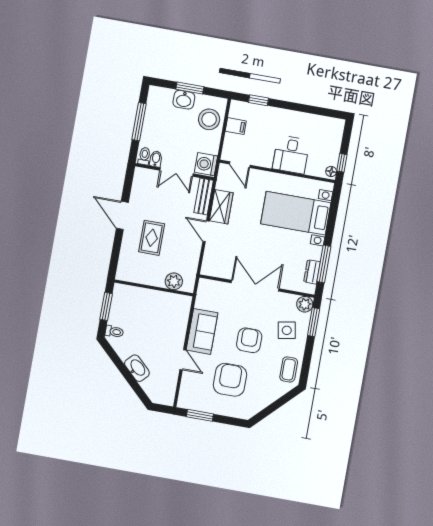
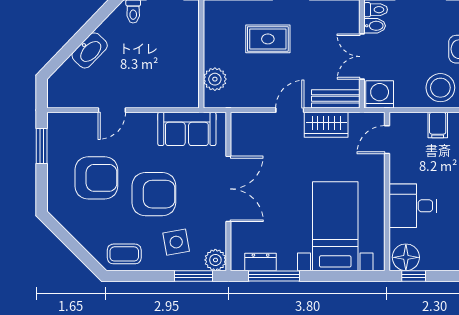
floor lamp: (331, 171) -> (406, 257), width x1.89, depth x1.89
sofa: (202, 331) -> (187, 129), moved
armchair: (249, 340) -> (154, 194), width x1.36, depth x1.36

